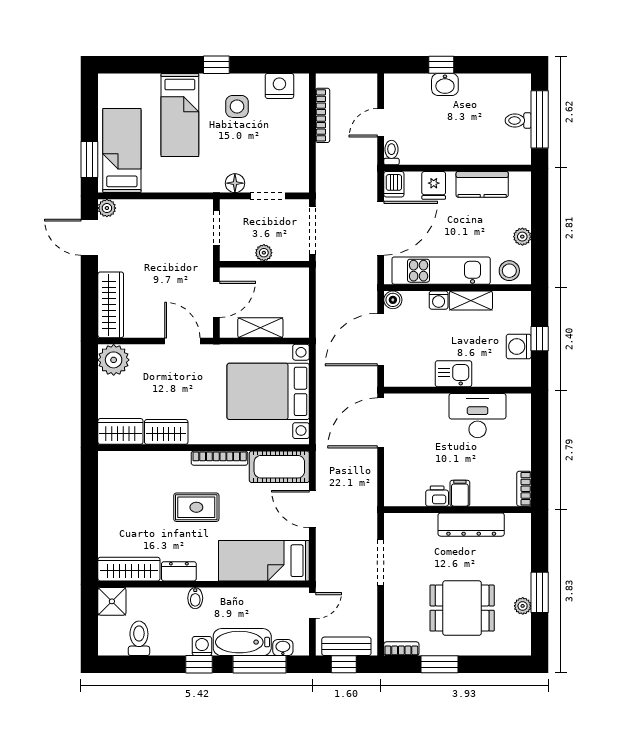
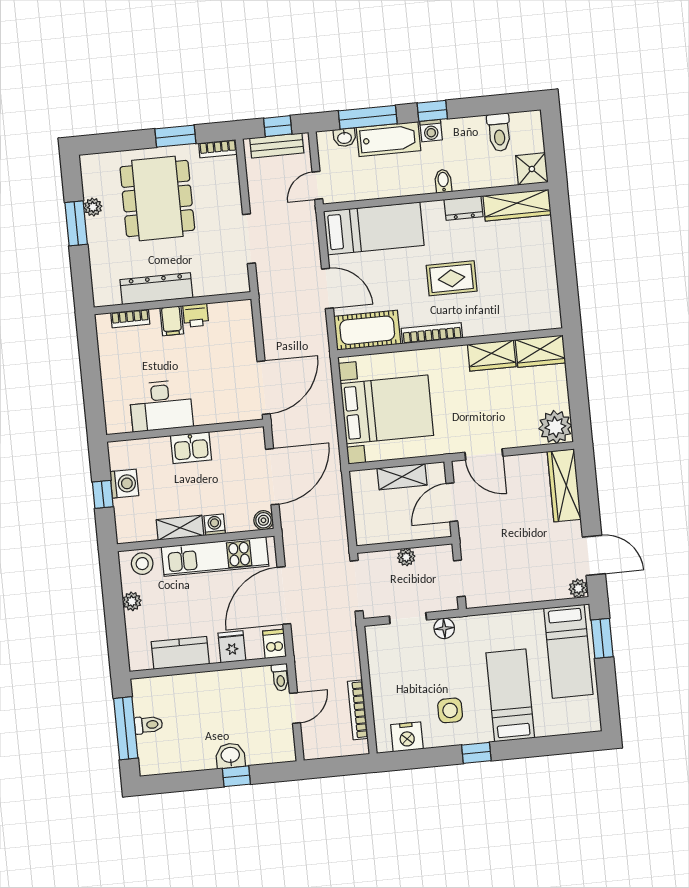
bookcase: (524, 489) -> (130, 318), moved, turned 90
dining table: (462, 608) -> (157, 198), width x1.38

